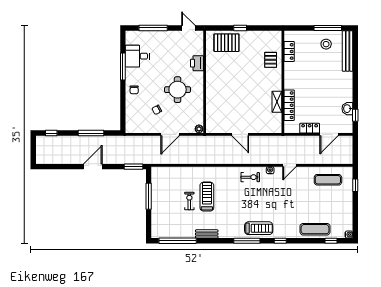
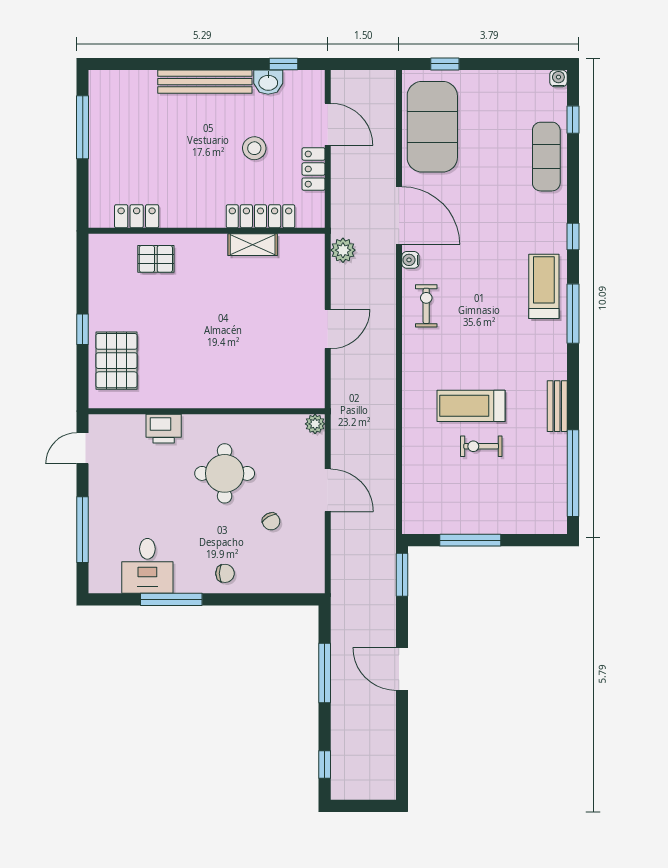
stool: (326, 44) -> (254, 148), moved
bench: (348, 51) -> (205, 82), moved
plant: (274, 141) -> (343, 250), added
door: (290, 165) -> (399, 215), width x1.87
exercise mat: (328, 180) -> (432, 127), width x2.00, depth x1.45

